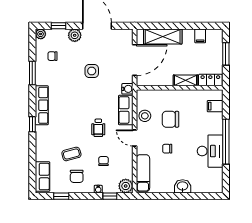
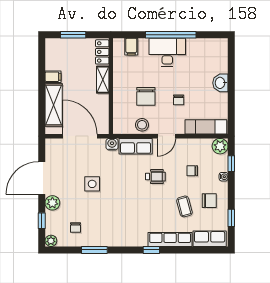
filing cabinet: (200, 36) -> (53, 77), moved
row of seats: (42, 105) -> (170, 240), moved
desk: (210, 151) -> (167, 52), moved

